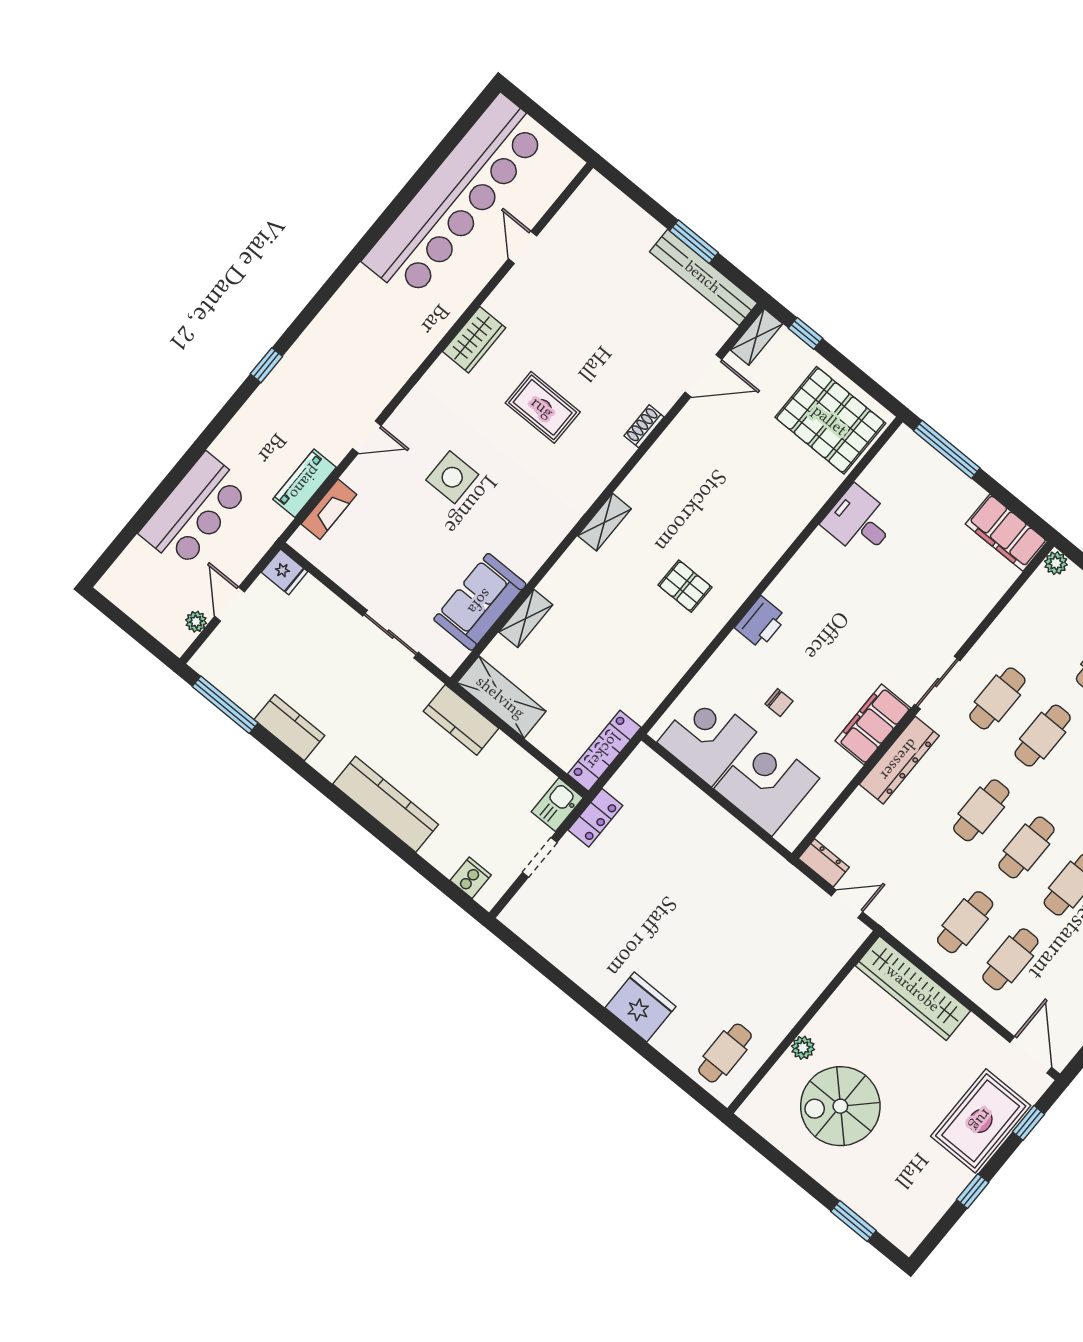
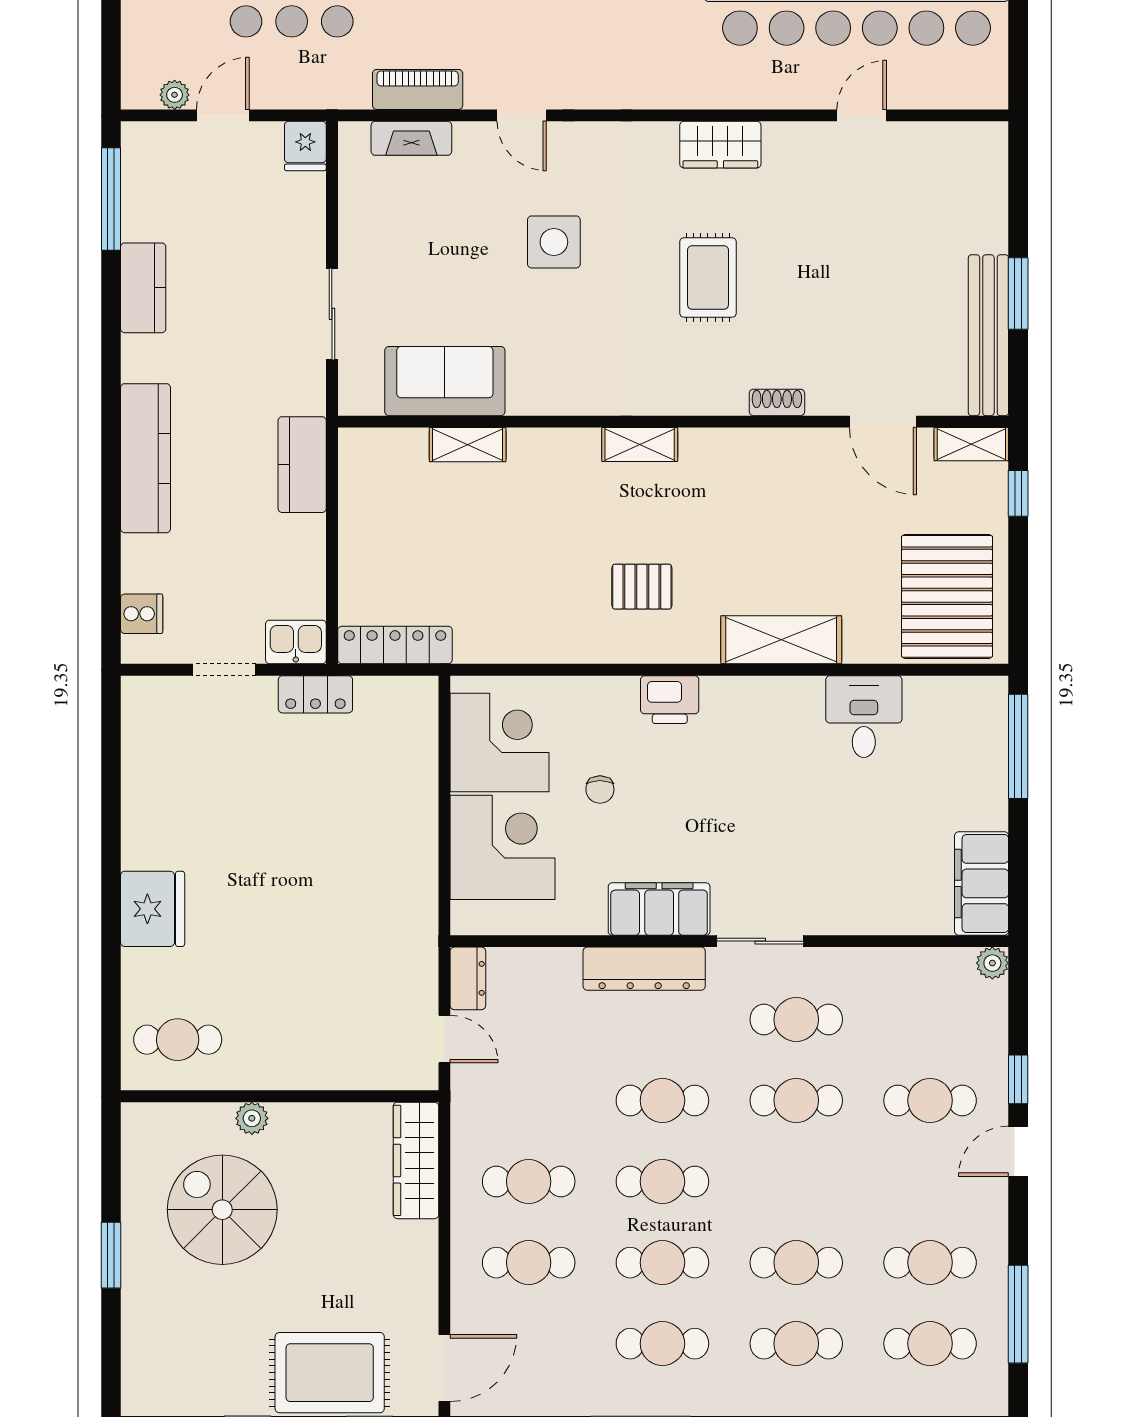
pallet: (685, 586) -> (642, 587), turned 90
shelving: (501, 697) -> (781, 640), moved, turned 90
wardrobe: (913, 988) -> (416, 1160), width x0.71, depth x0.85
window: (854, 1221) -> (111, 1255), moved

